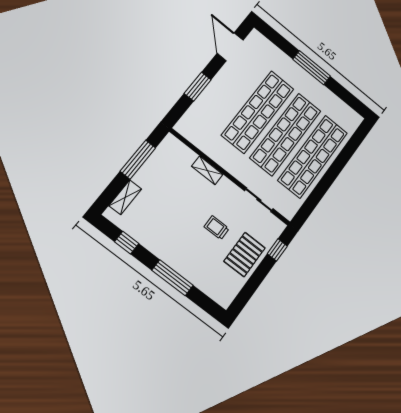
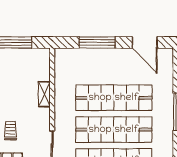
door: (230, 47) -> (145, 42), swing flipped
window: (198, 87) -> (97, 42), width x1.44

